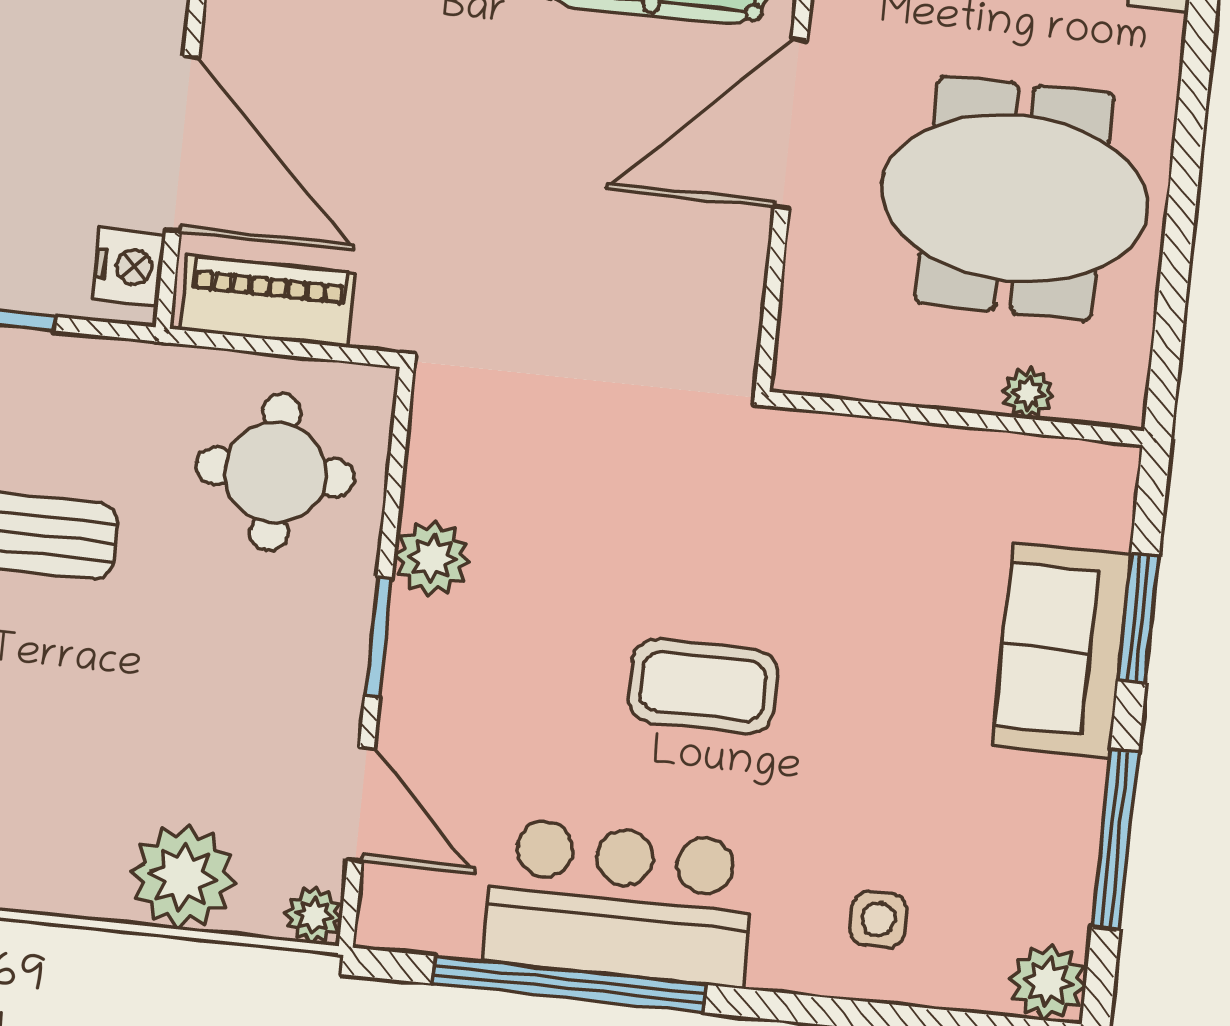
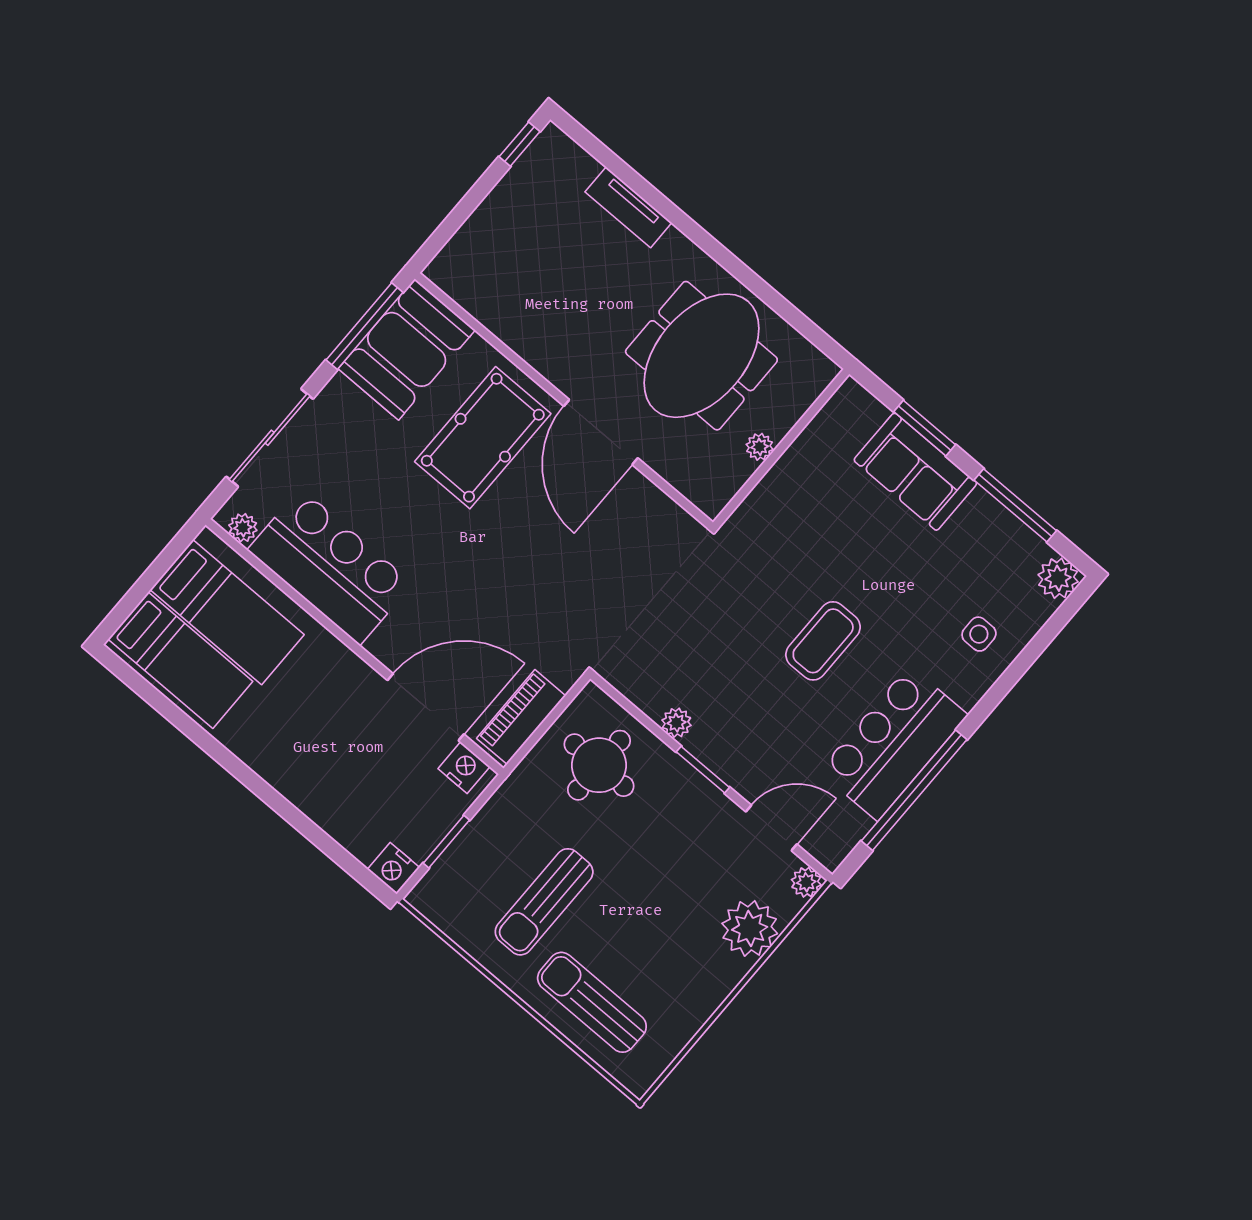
plant: (1028, 393) -> (760, 447), moved
plant: (432, 558) -> (677, 723), width x0.73, depth x0.73

